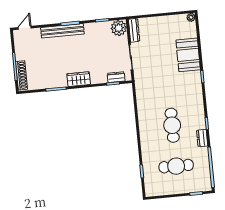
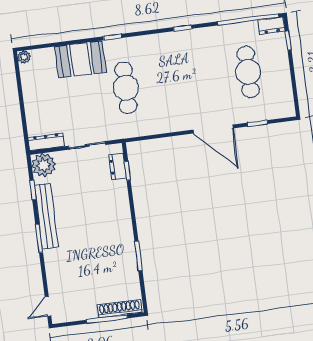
door: (25, 28) -> (48, 306), hinge flipped
bench: (62, 31) -> (46, 216), moved
wardrobe: (79, 79) -> (122, 223), removed
cafe table: (172, 125) -> (126, 88), moved, turned 90
dresser: (202, 138) -> (271, 26), moved
door: (139, 142) -> (213, 129), added

